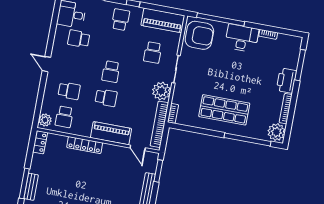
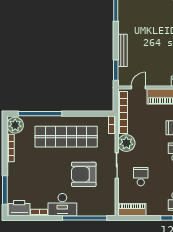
piano: (163, 20) -> (132, 210), width x0.73, depth x0.75
armchair: (199, 35) -> (84, 174), moved
printer: (286, 81) -> (19, 208), moved, turned -90
shop shelf: (224, 110) -> (66, 137), width x1.40
door: (138, 148) -> (138, 88), hinge flipped

